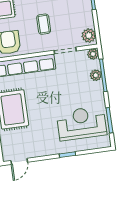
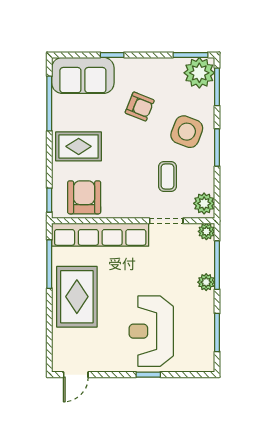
coffee table: (44, 24) -> (167, 177), moved
plant: (96, 75) -> (206, 282), moved
reception desk: (82, 123) -> (151, 331), moved, turned -90

